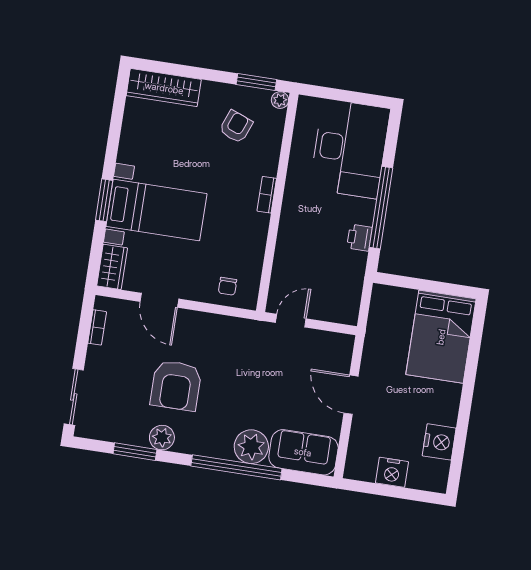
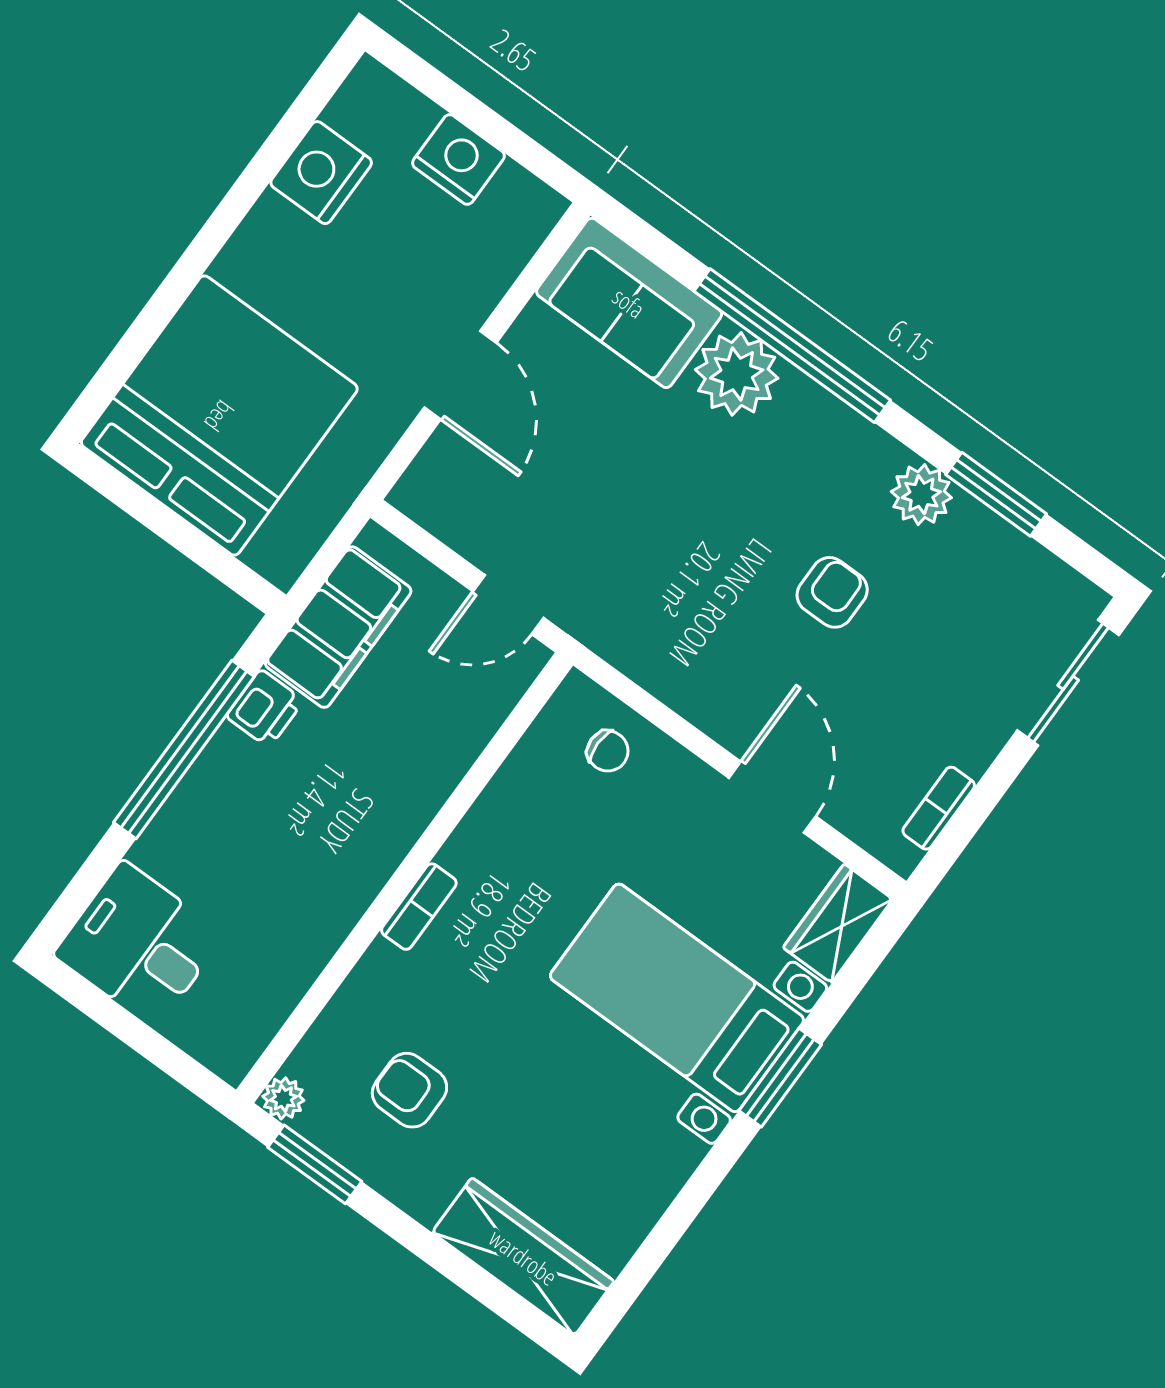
armchair: (236, 127) -> (409, 1090), turned 69
desk: (350, 149) -> (139, 945), width x0.53, depth x0.77
filing cabinet: (348, 281) -> (338, 627), added
chair: (227, 286) -> (608, 751), turned 90
bed: (441, 337) -> (219, 416), width x1.36
armchair: (176, 386) -> (832, 592), width x0.53, depth x0.53

